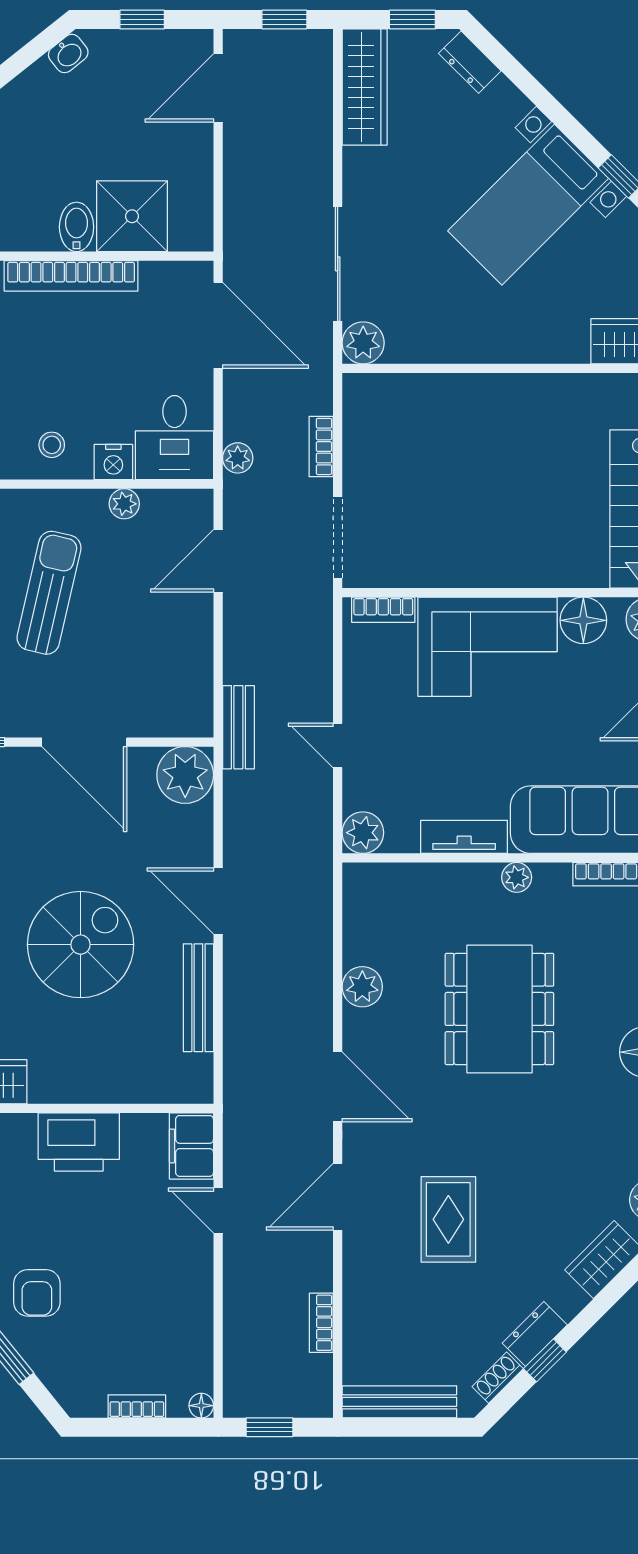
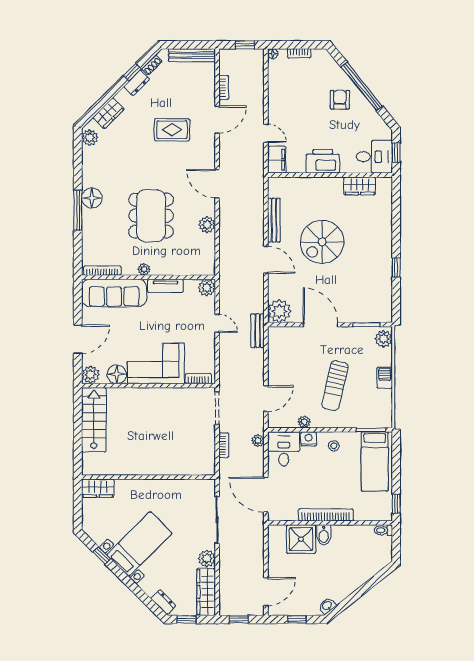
plant: (363, 343) -> (207, 558), moved
door: (338, 1197) -> (217, 120), moved
rug: (448, 1219) -> (172, 130), turned 90

